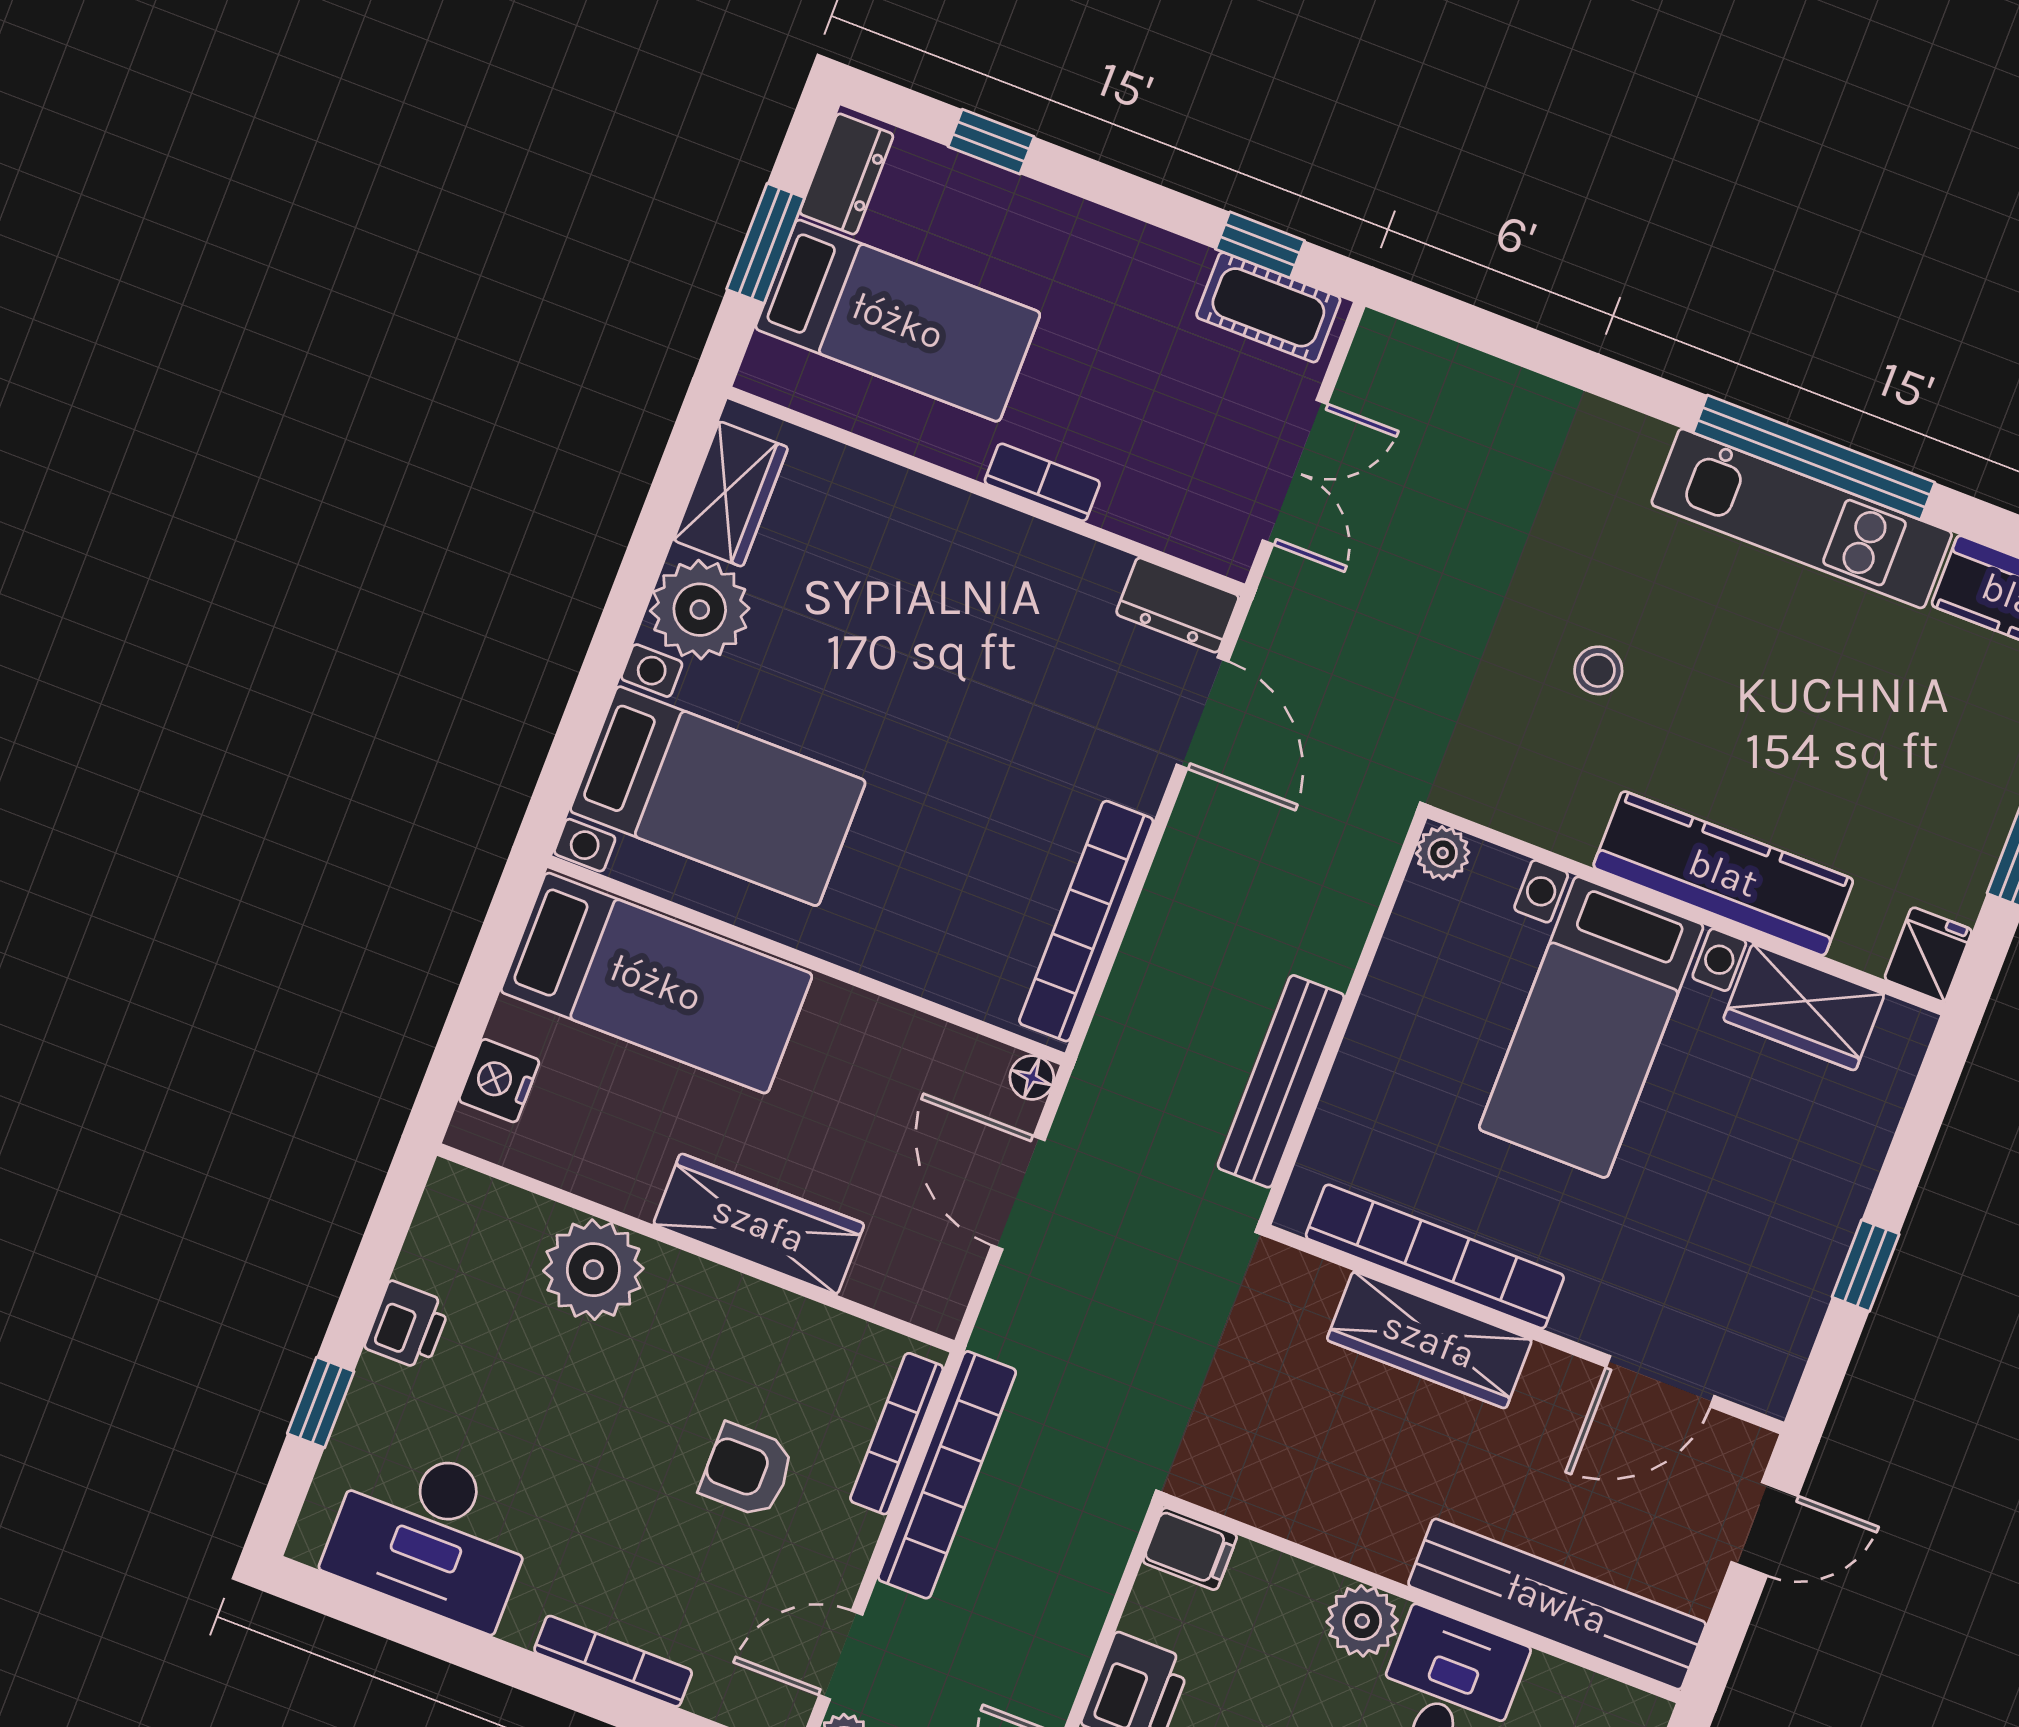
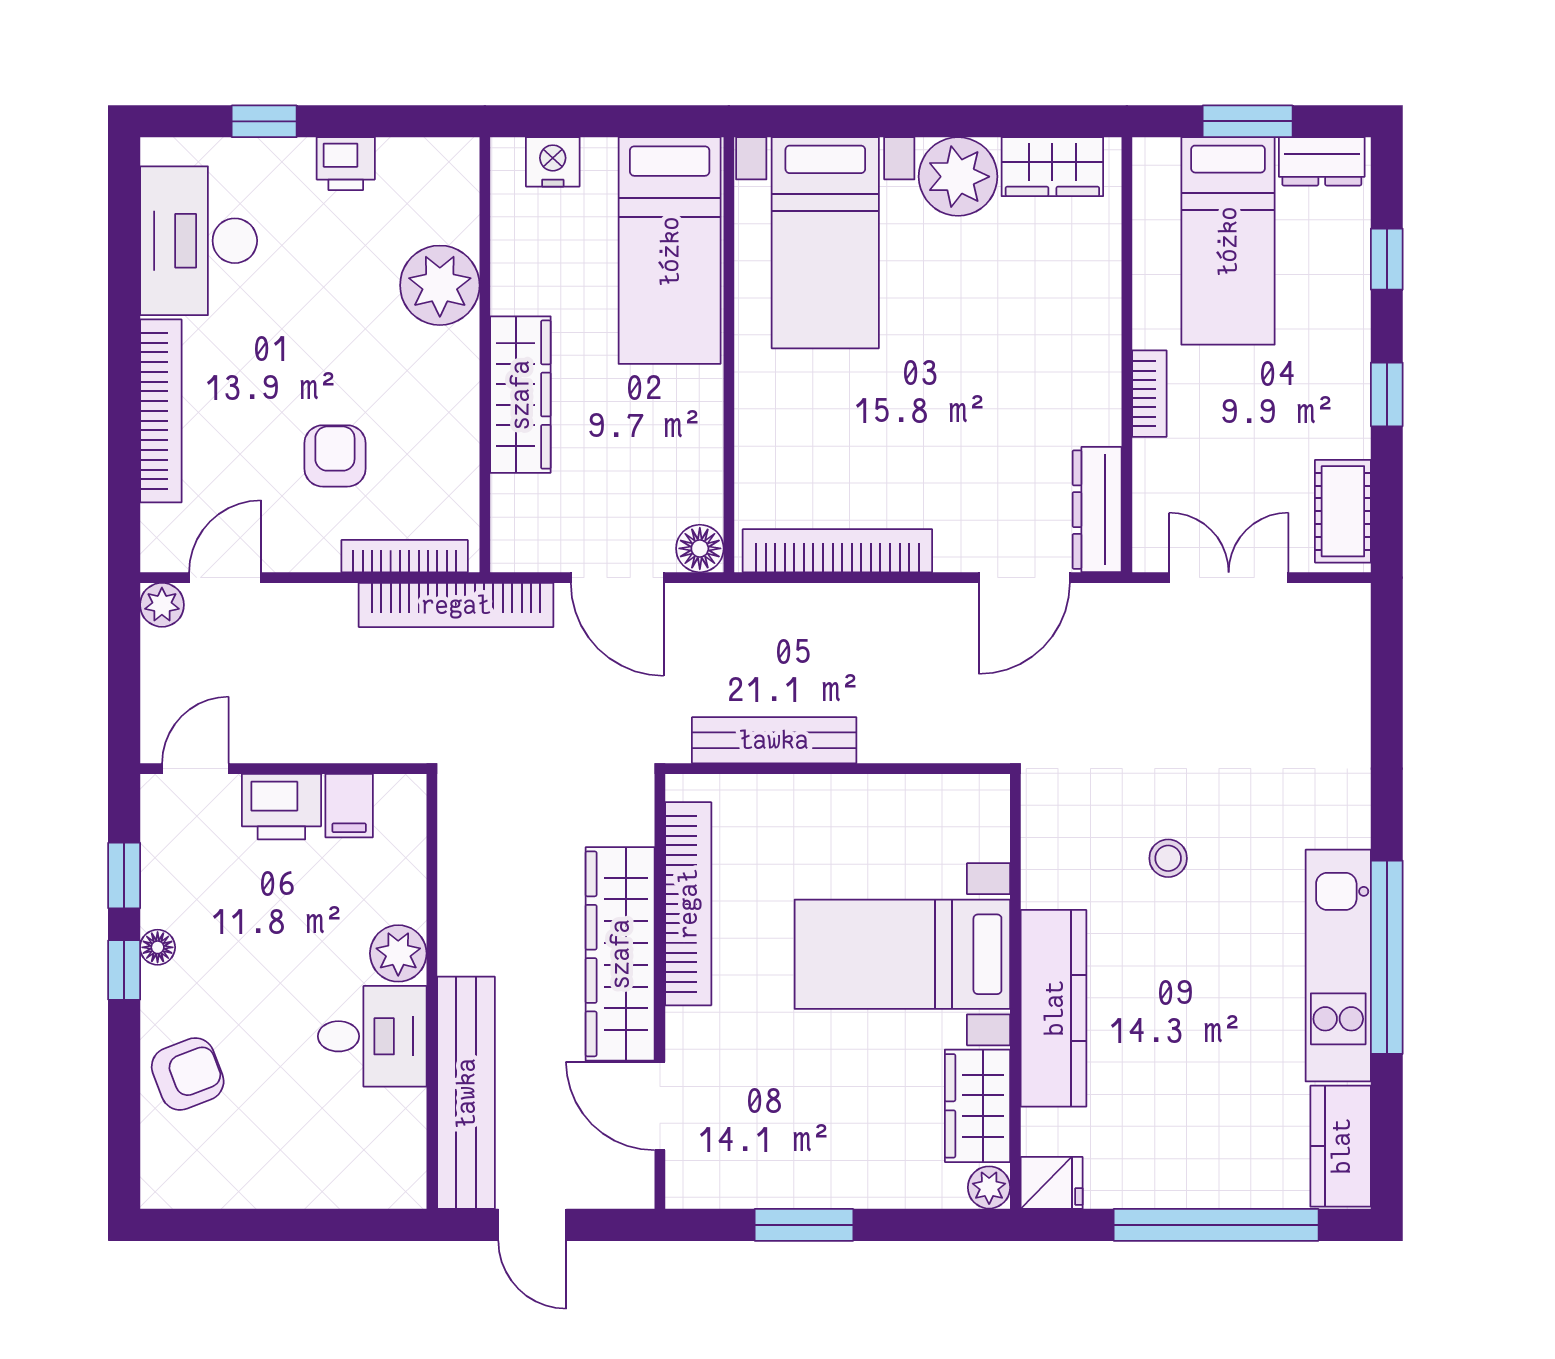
window: (1260, 245) -> (1387, 394), moved
double door: (1295, 472) -> (1229, 578), swing flipped
dresser: (1178, 605) -> (1097, 510), width x1.44
plant: (1443, 853) -> (989, 1187), moved
floor lamp: (1032, 1078) -> (700, 548), width x1.37, depth x1.37
door: (1018, 1193) -> (617, 578), swing flipped
window: (1866, 1266) -> (804, 1225), width x1.50
wardrobe: (1429, 1340) -> (620, 954), width x1.40, depth x1.17
bookcase: (947, 1475) -> (456, 605), moved
door: (1764, 1529) -> (532, 1225), moved
filing cabinet: (1190, 1549) -> (349, 806), moved
door: (841, 1655) -> (225, 578), hinge flipped
bookcase: (613, 1661) -> (161, 411), width x1.48, depth x1.31

